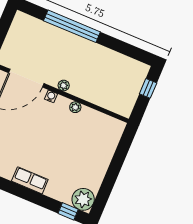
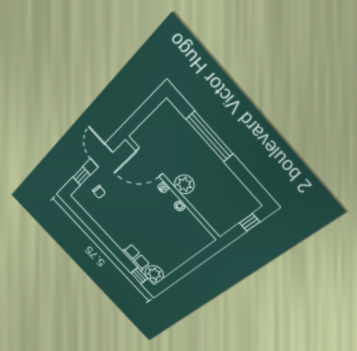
plant: (64, 85) -> (184, 184), width x1.88, depth x1.88
row of seats: (30, 180) -> (136, 258), moved

